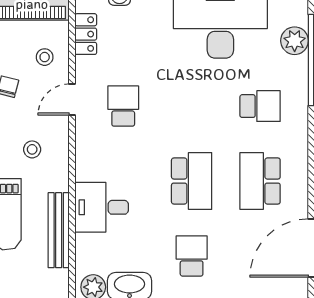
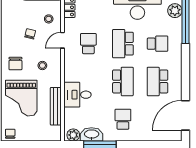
school desk: (192, 106) -> (123, 44), added

